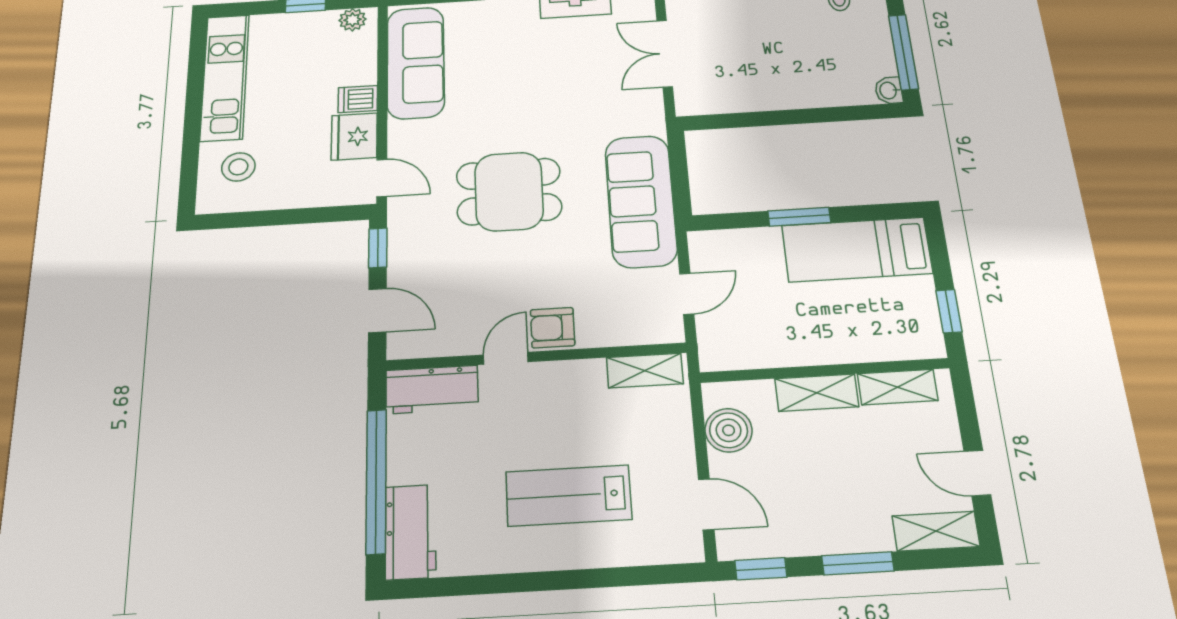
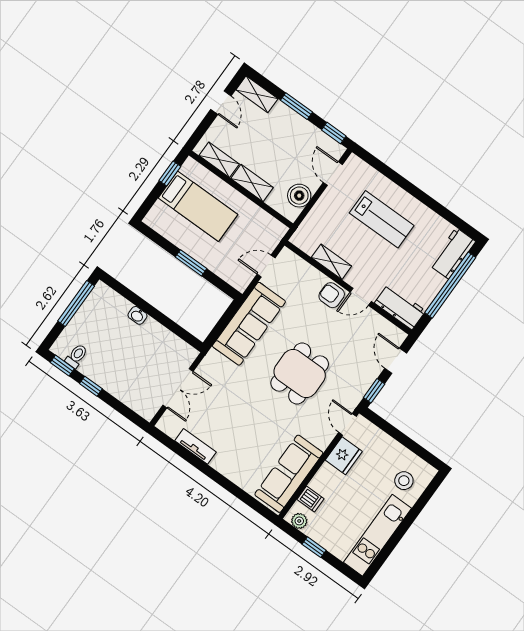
washbasin: (889, 90) -> (137, 315), moved, turned 90
dishwasher: (358, 99) -> (310, 499), moved
dining table: (509, 191) -> (300, 373), turned 90
bed: (857, 249) -> (198, 206), moved
armchair: (553, 328) -> (332, 295), turned 180
shelving: (645, 371) -> (331, 262), moved

